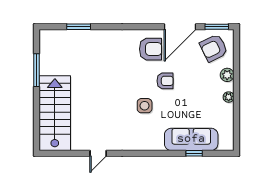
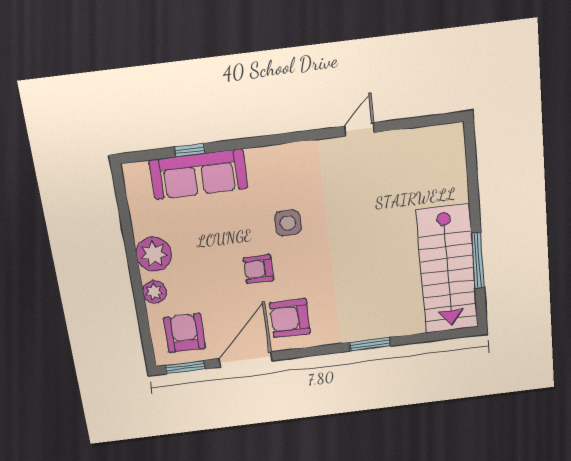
window: (79, 27) -> (370, 344), moved
armchair: (214, 48) -> (185, 333), turned -64
plant: (229, 97) -> (154, 254), width x1.87, depth x1.87
stairs: (55, 113) -> (448, 269), moved

